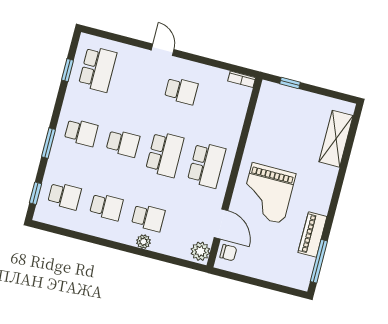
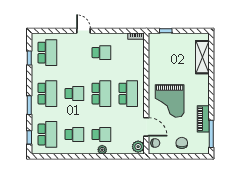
school desk: (81, 132) -> (47, 94), width x1.85
school desk: (65, 196) -> (47, 134), width x1.85
chair: (269, 263) -> (182, 143), added

